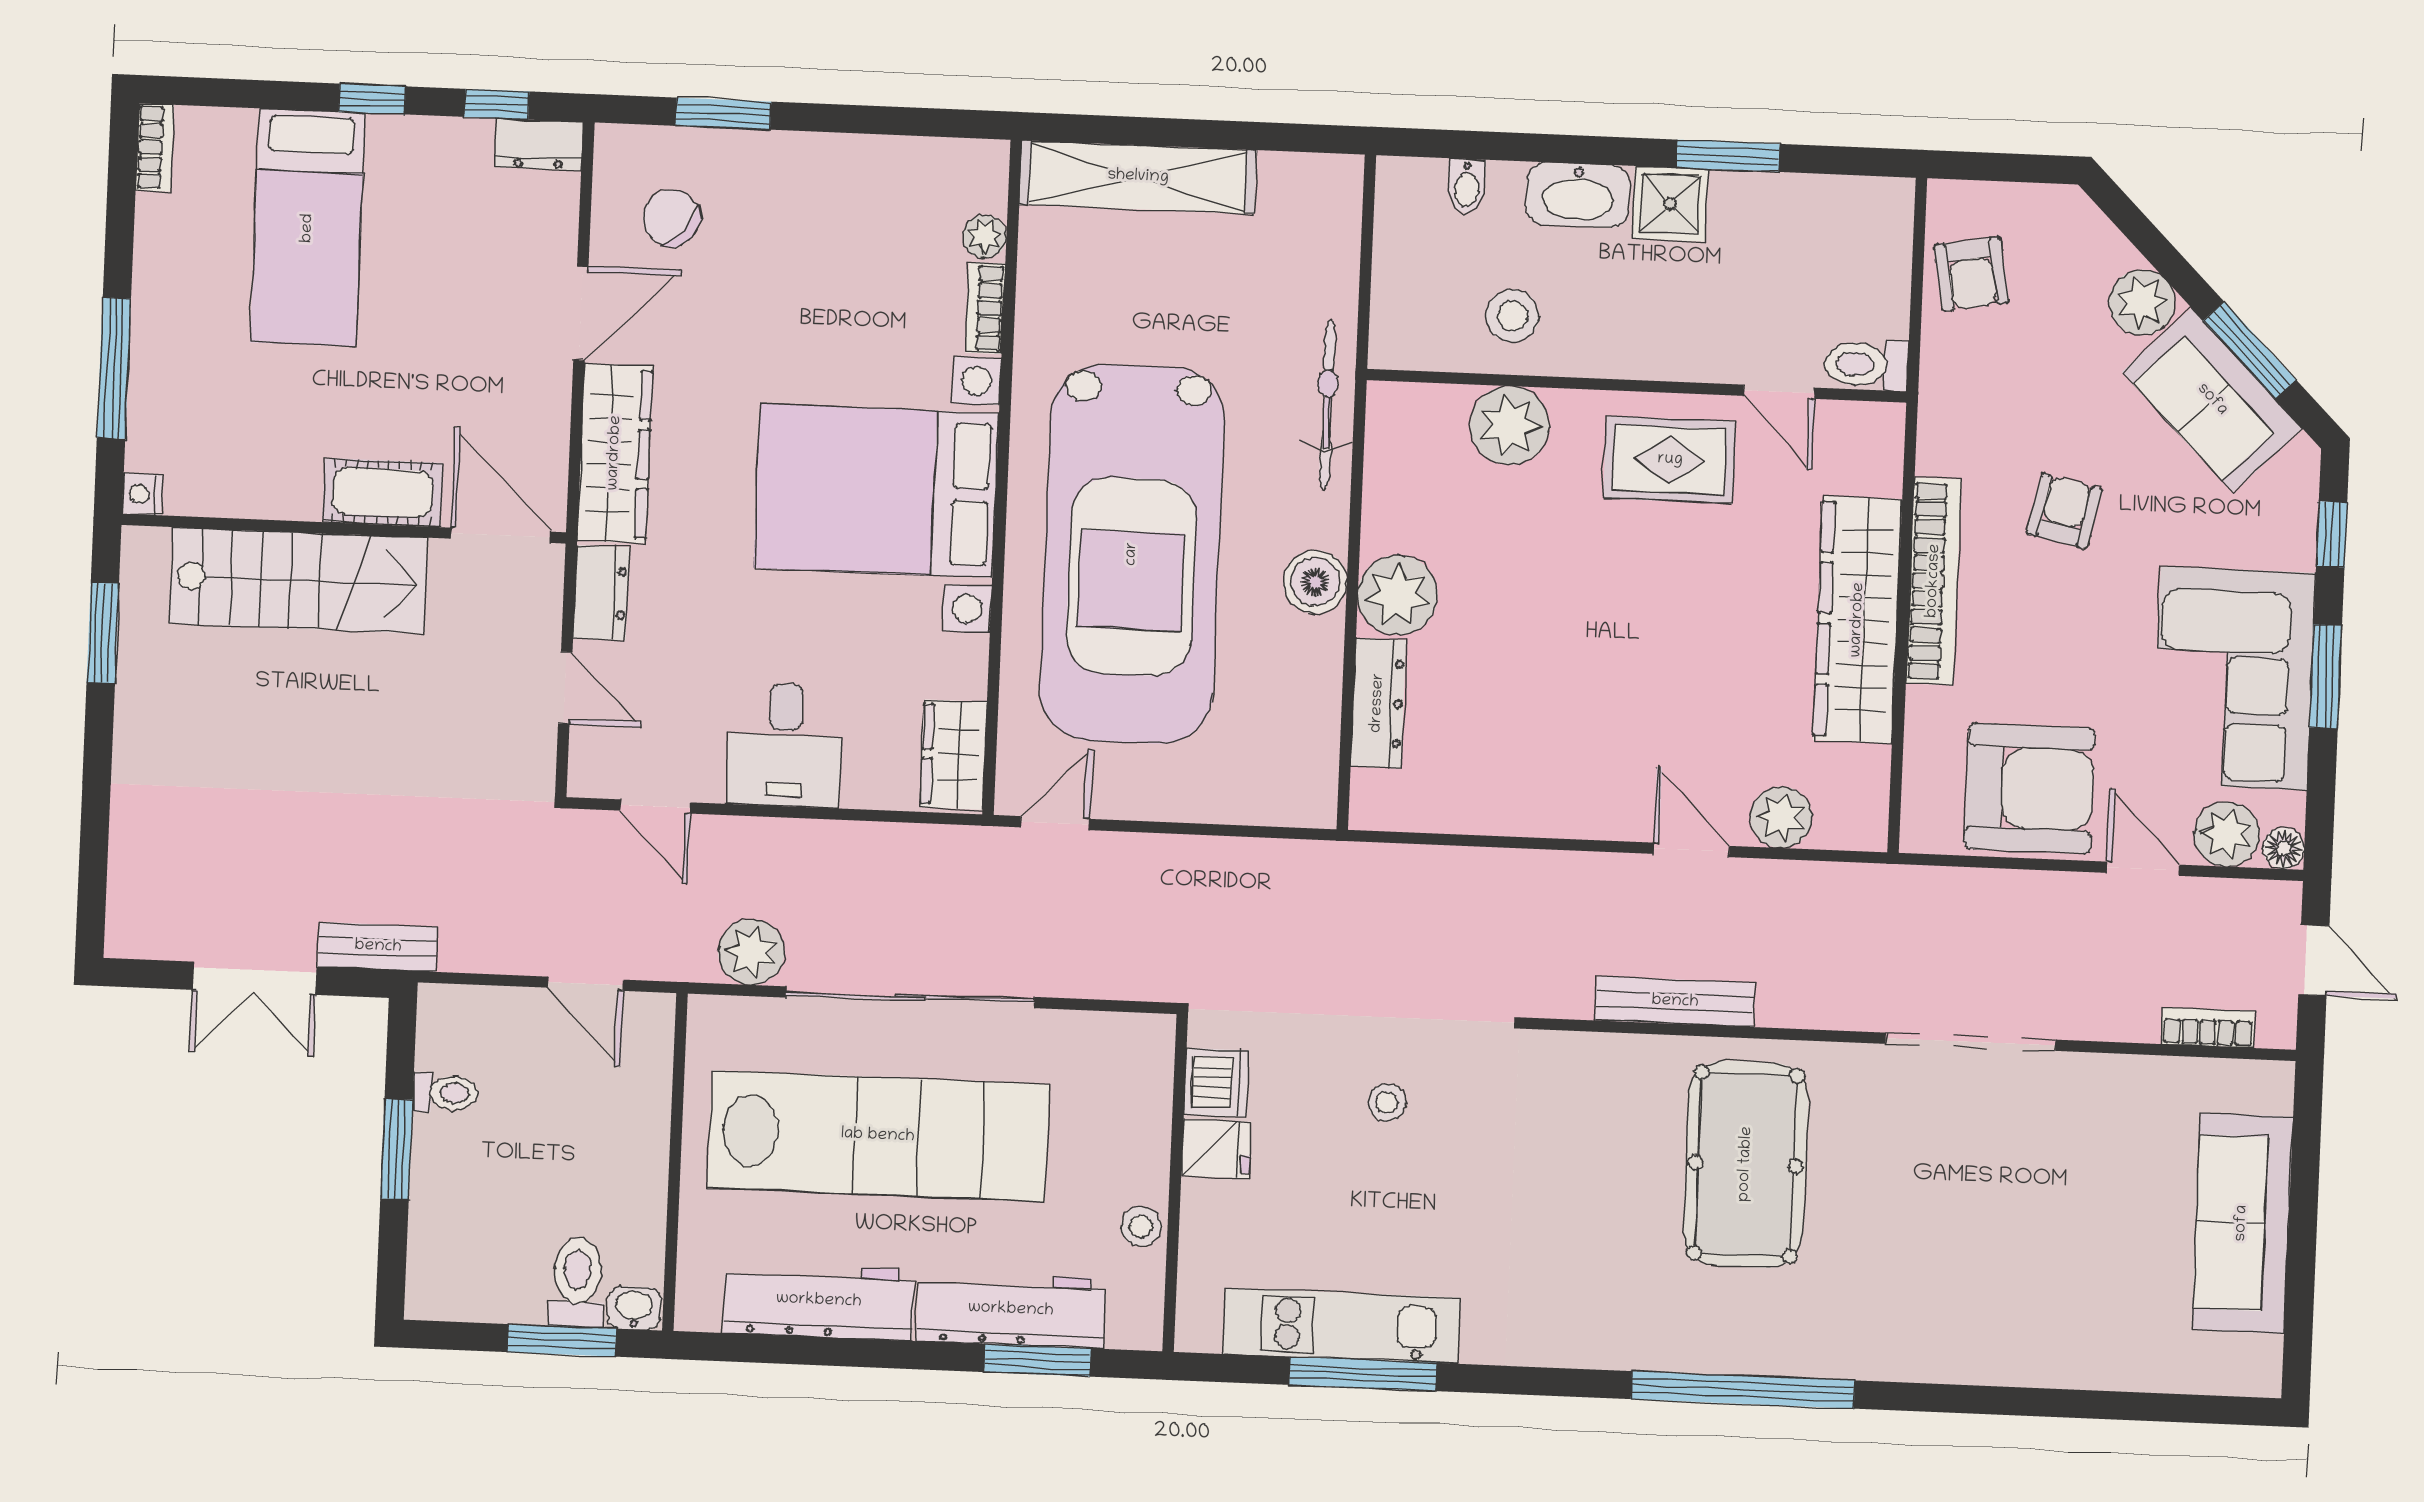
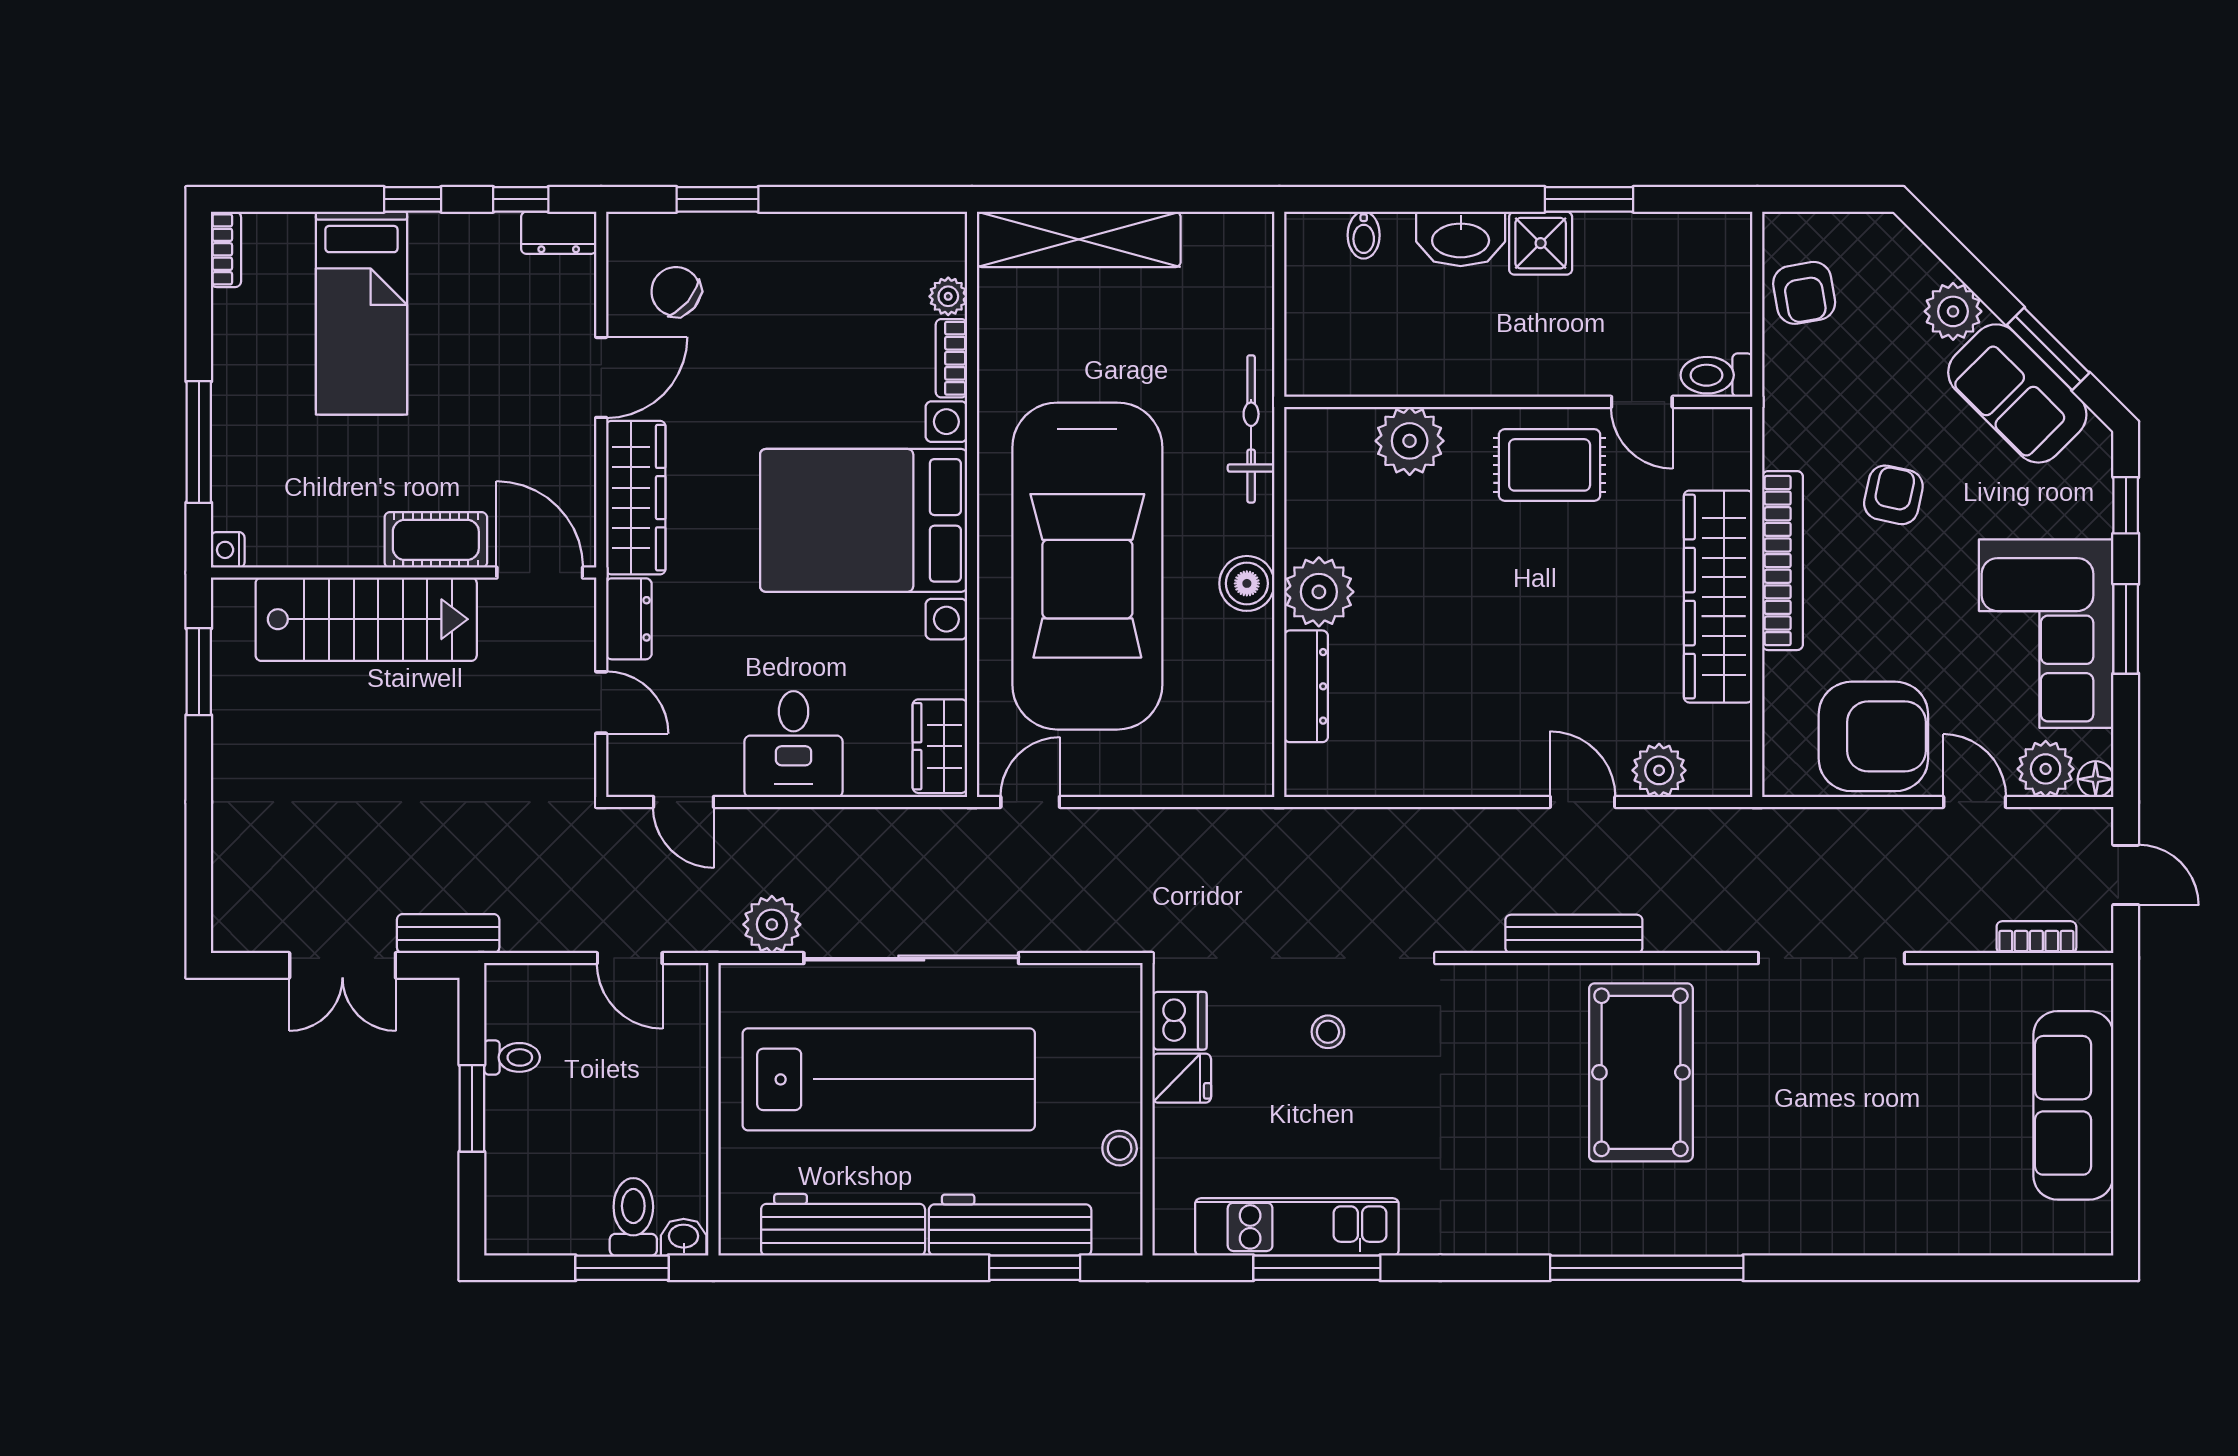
stool: (1512, 316) -> (1408, 346), removed

